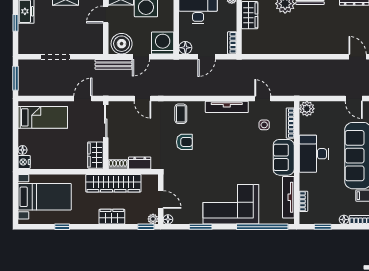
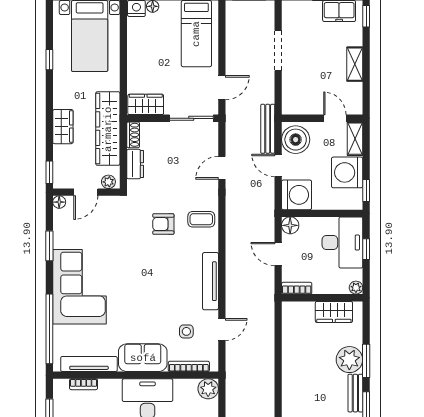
door: (83, 99) -> (222, 88), hinge flipped
armchair: (184, 142) -> (163, 224), turned 90
plant: (153, 219) -> (108, 182), moved

